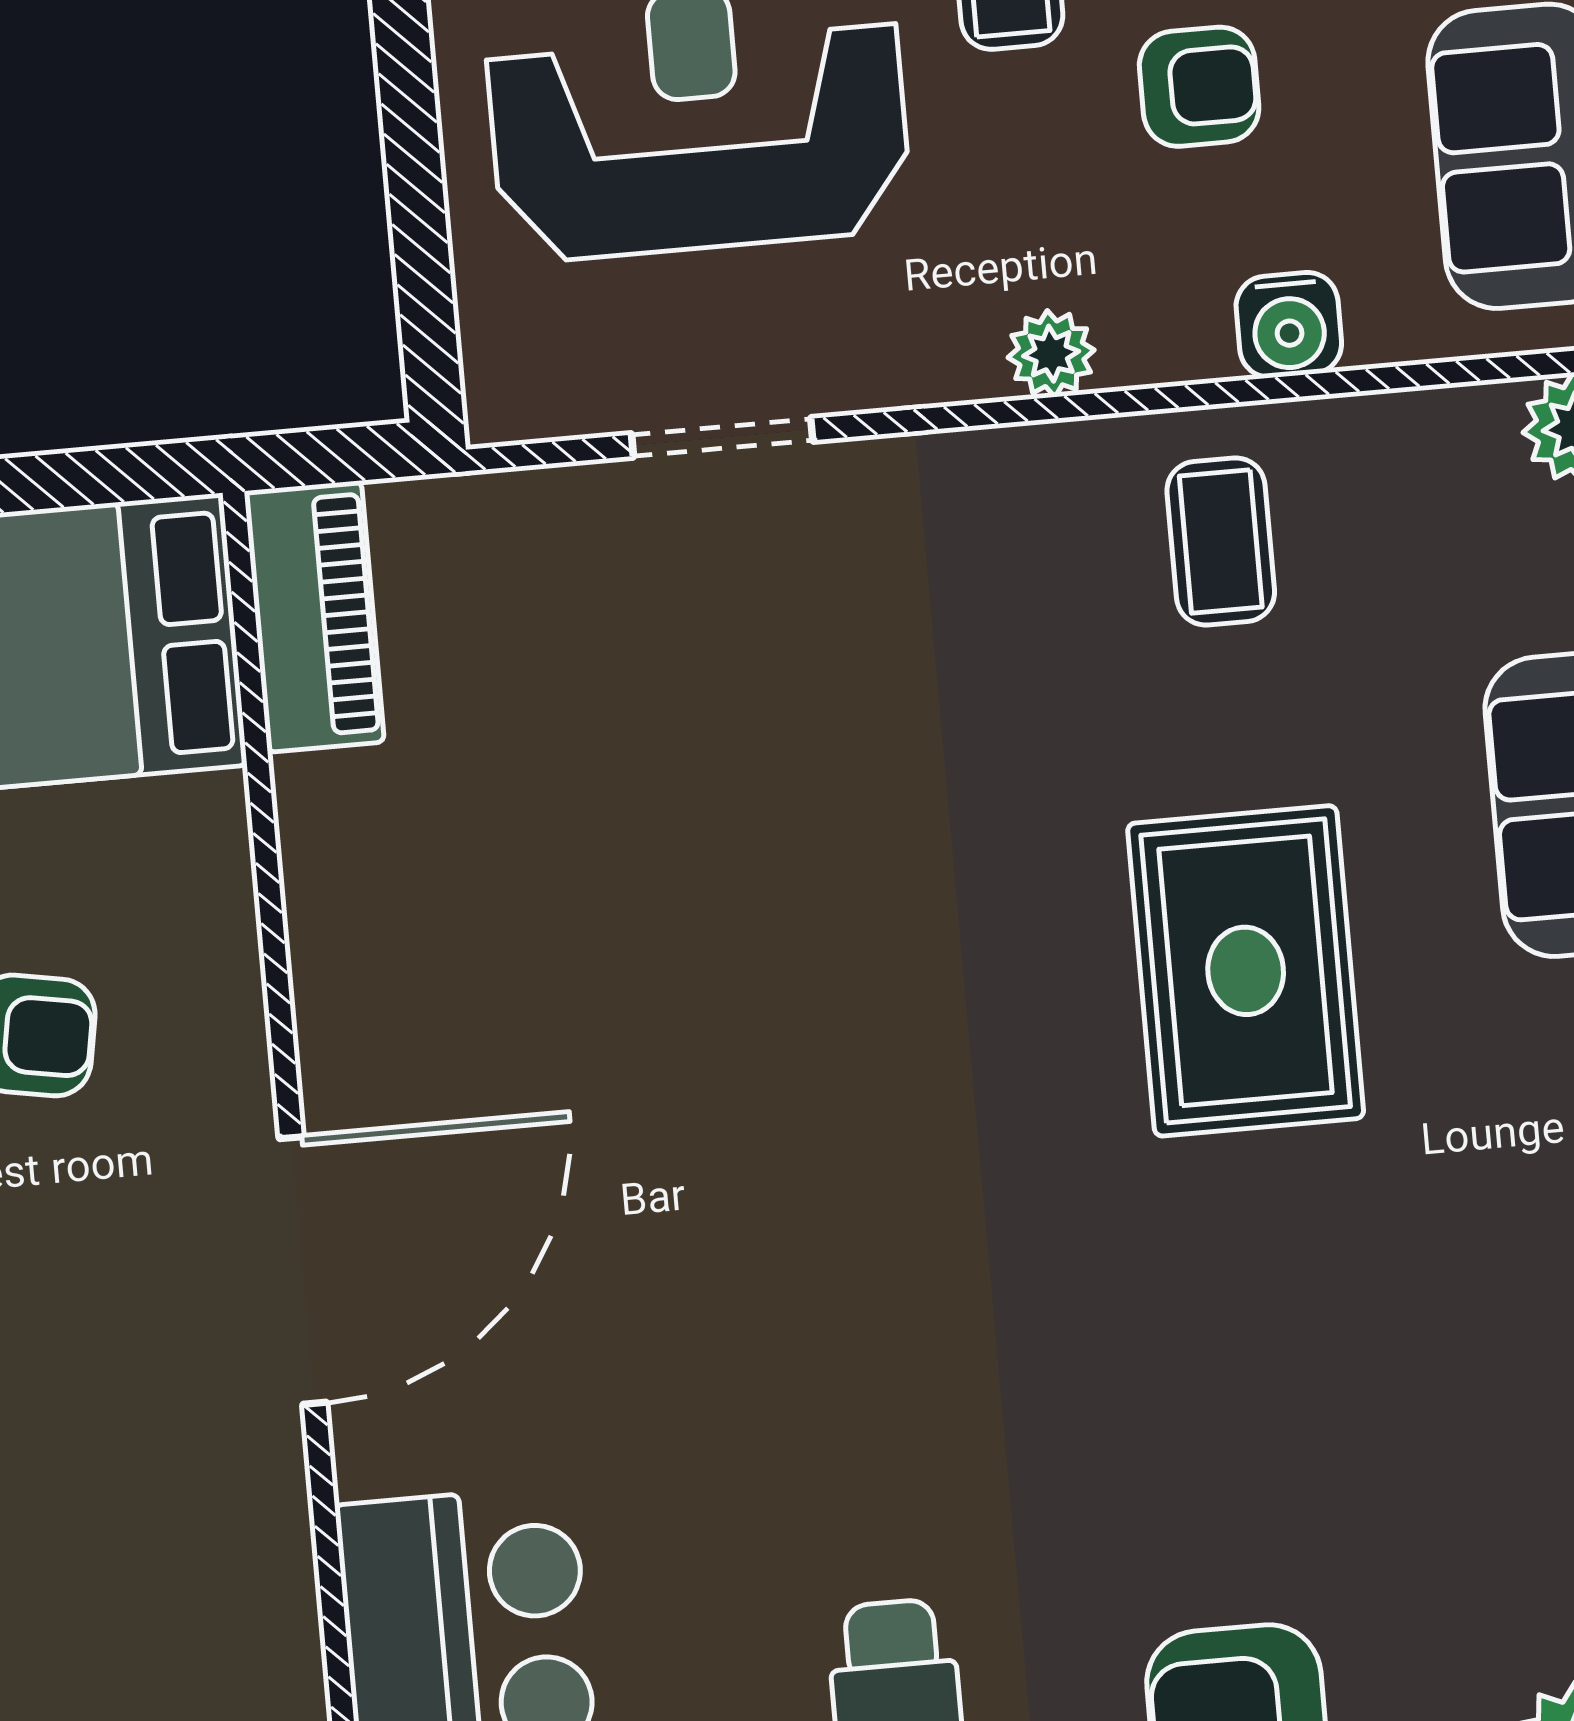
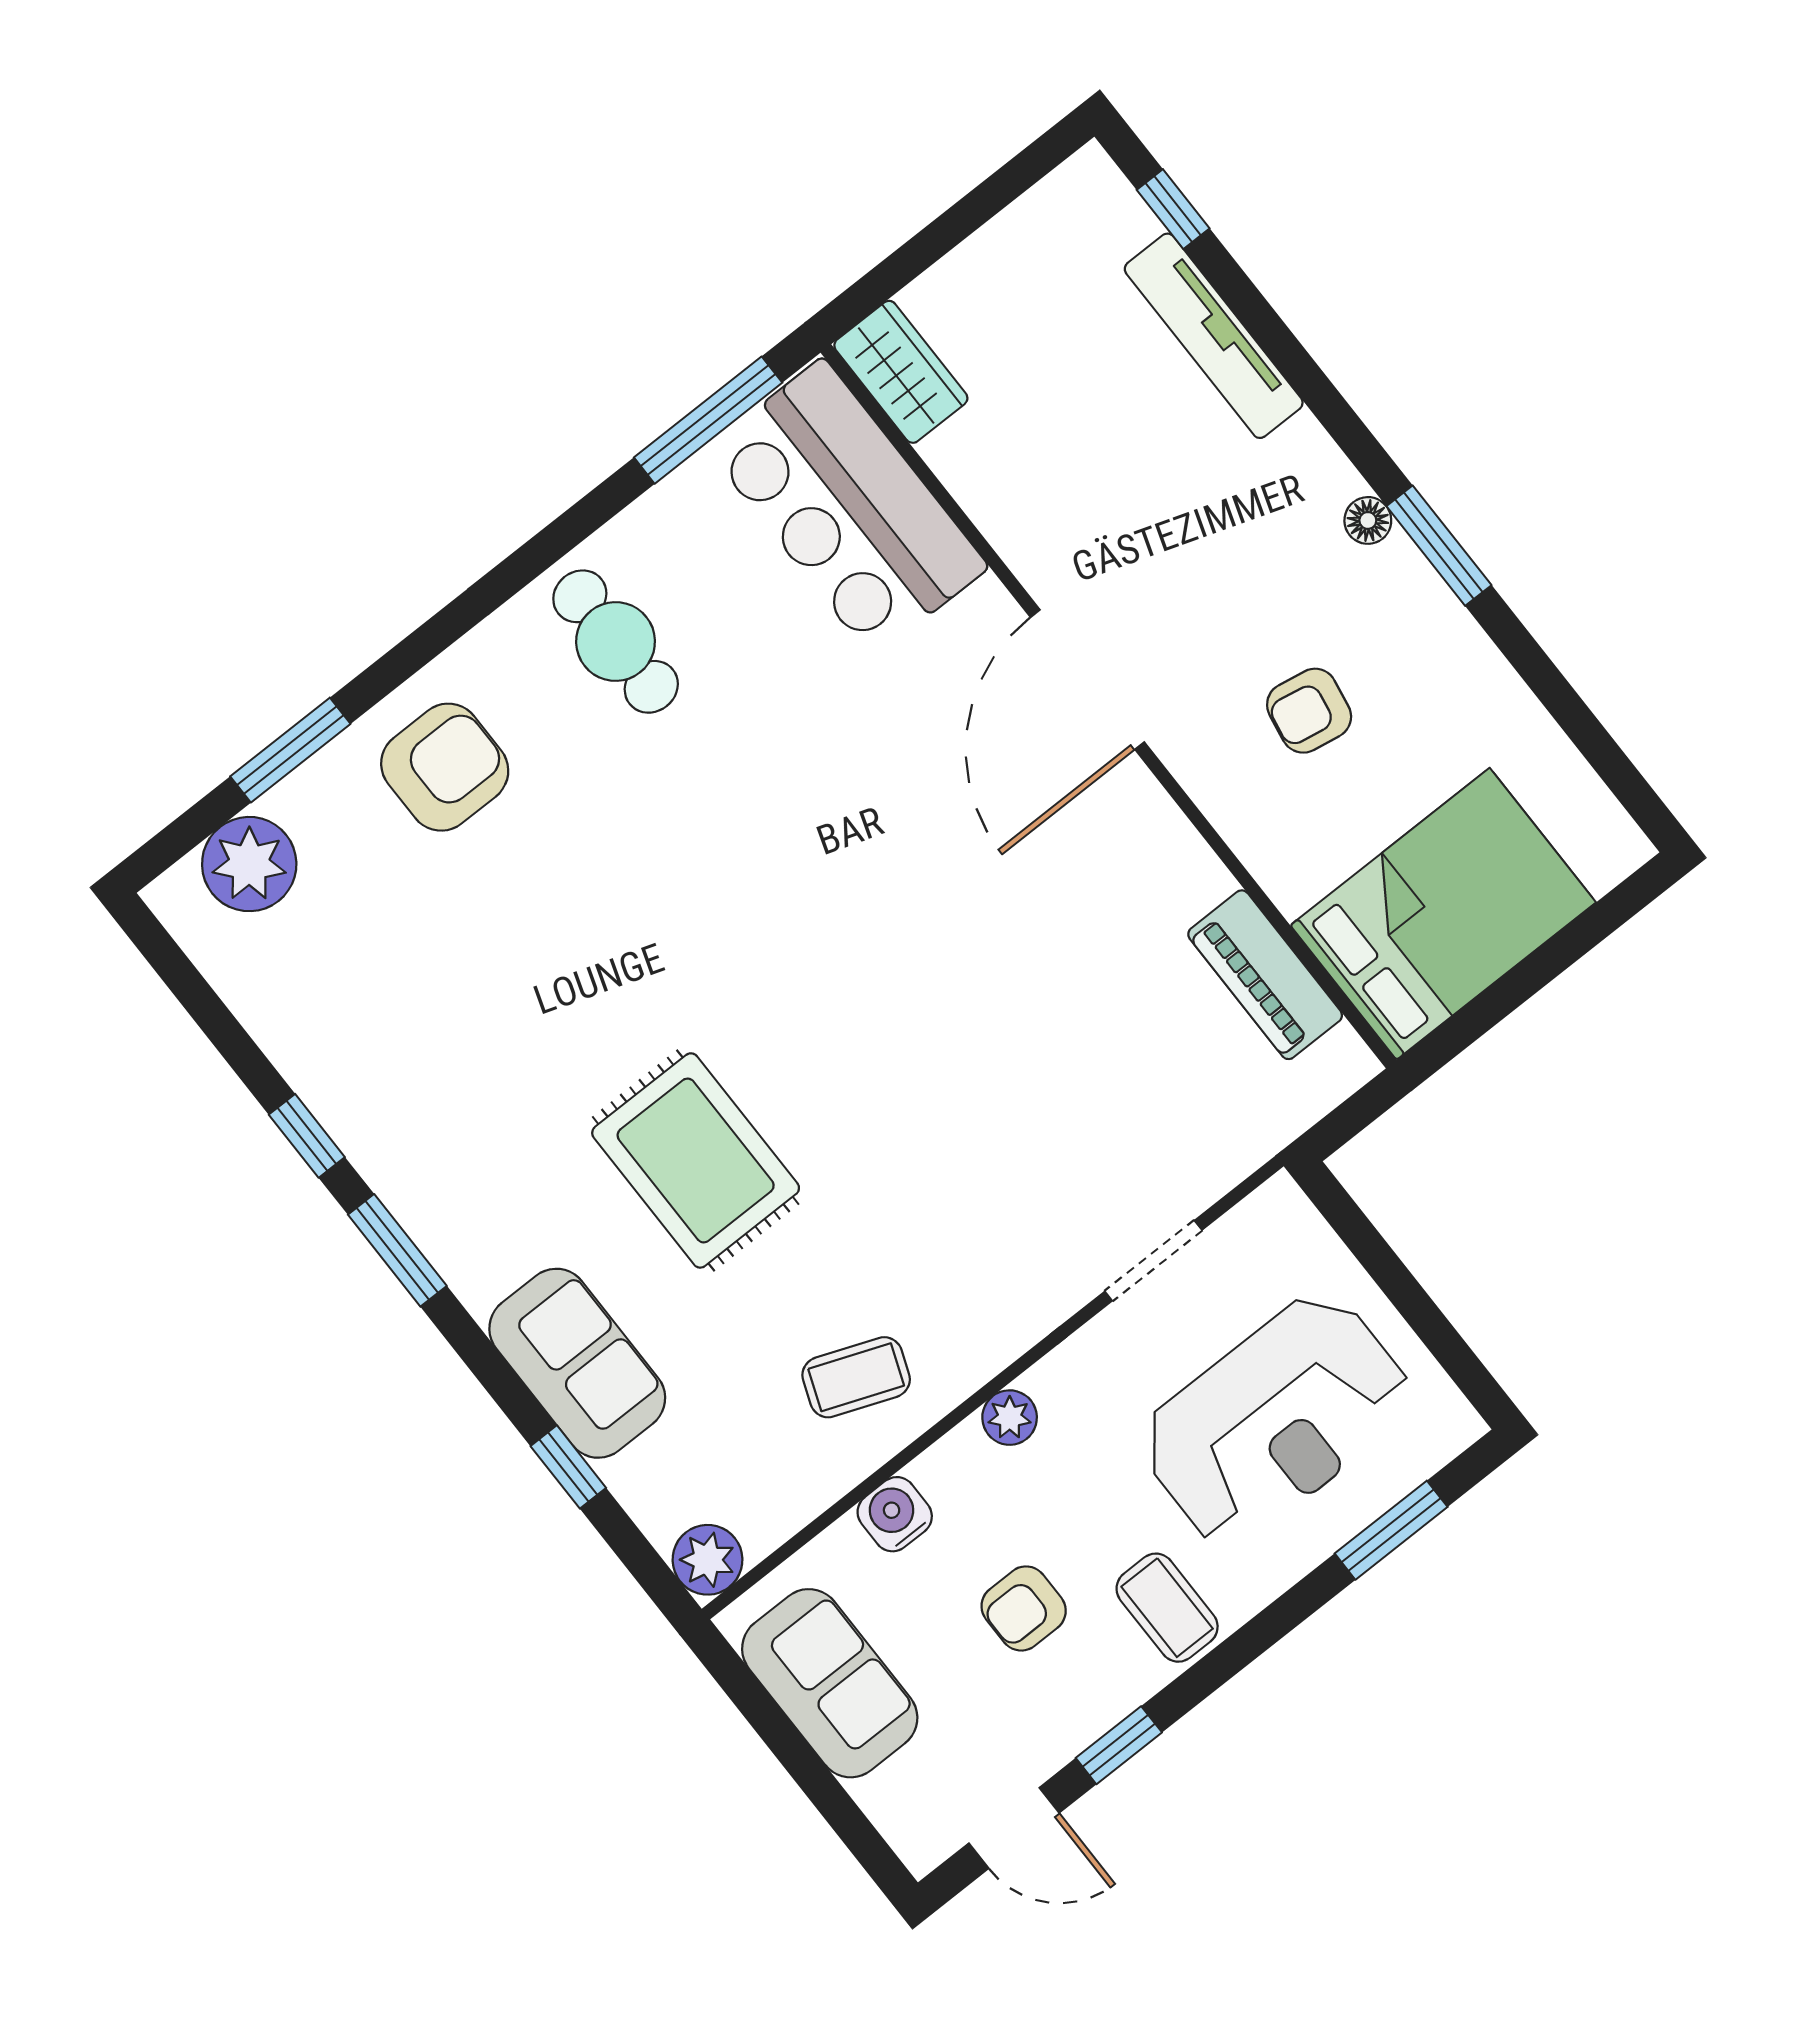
coffee table: (1221, 541) -> (856, 1377), turned -69
piano: (314, 617) -> (1265, 975), moved

